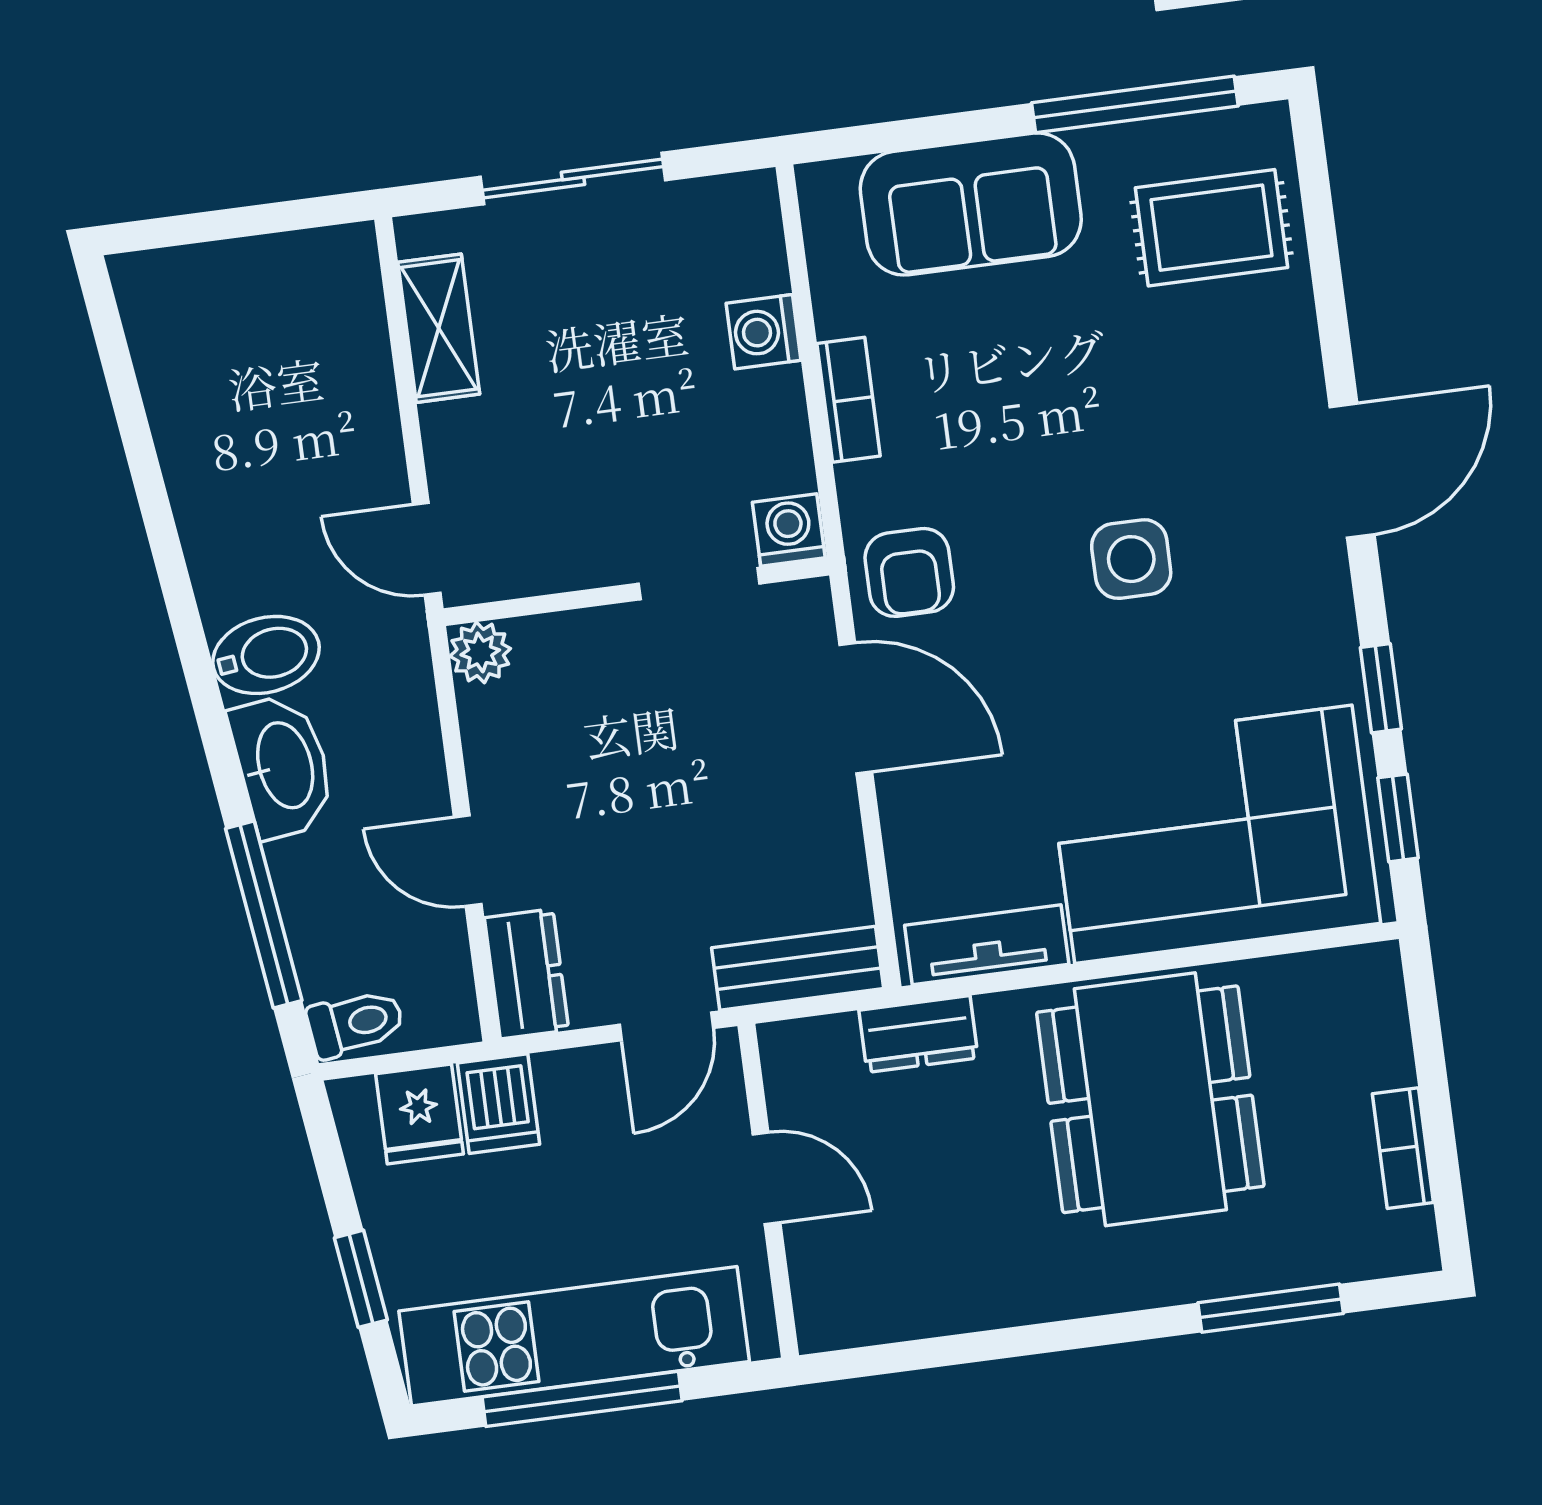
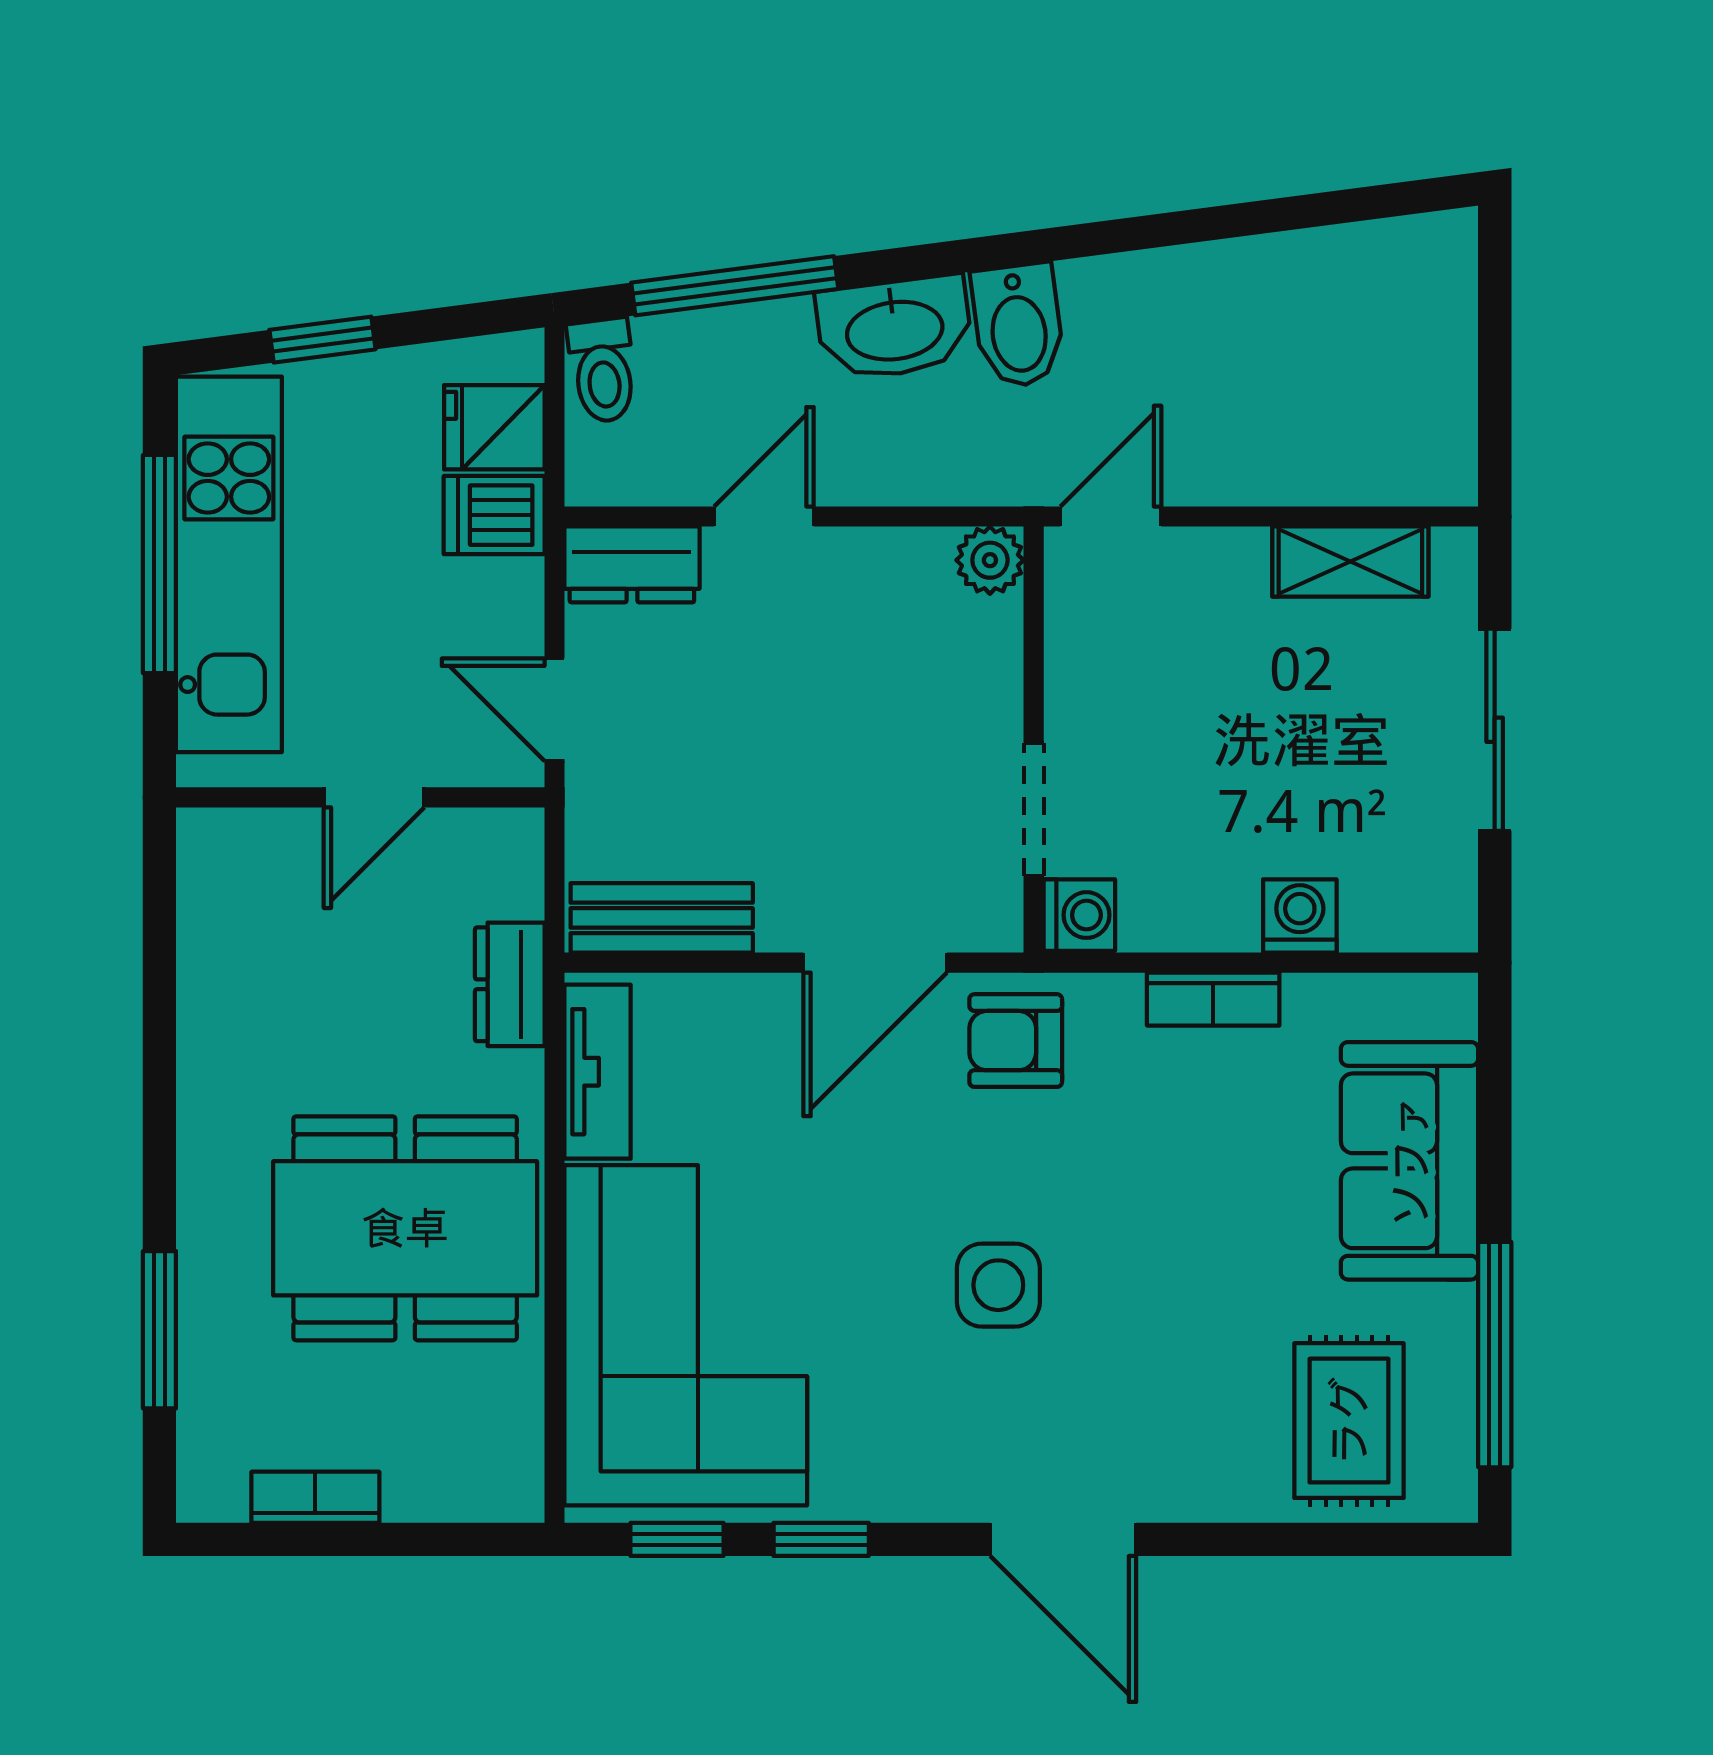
bench: (798, 968) -> (662, 918), moved, turned 90

